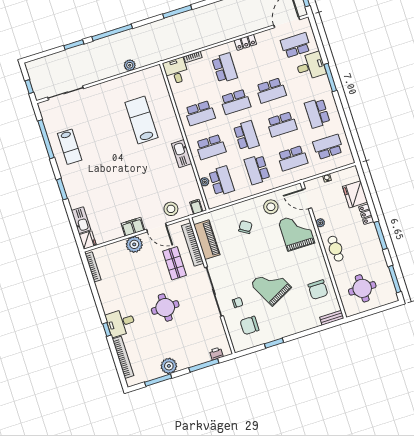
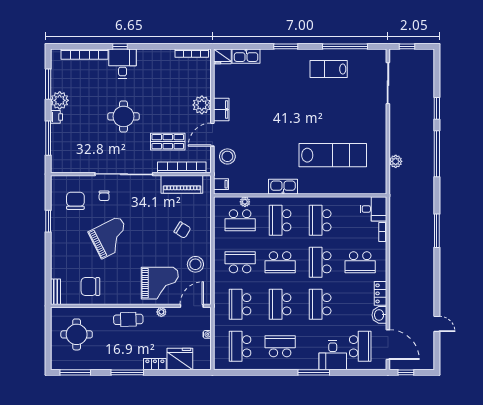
washbasin: (264, 37) -> (379, 315), added
lab bench: (141, 120) -> (333, 155), width x1.36
school desk: (328, 147) -> (240, 346), turned 180
printer: (216, 354) -> (57, 117), moved

